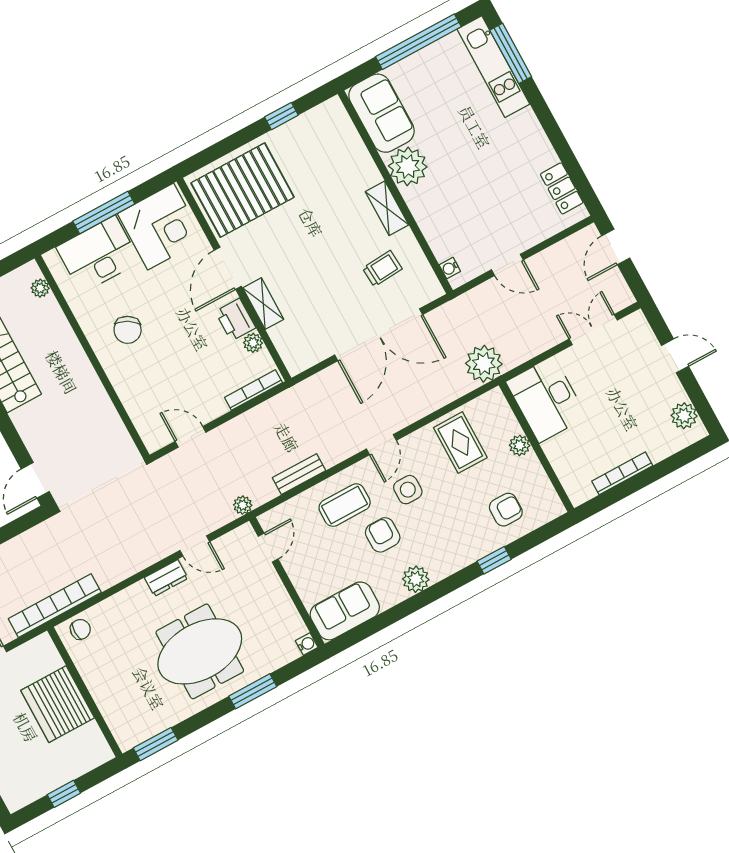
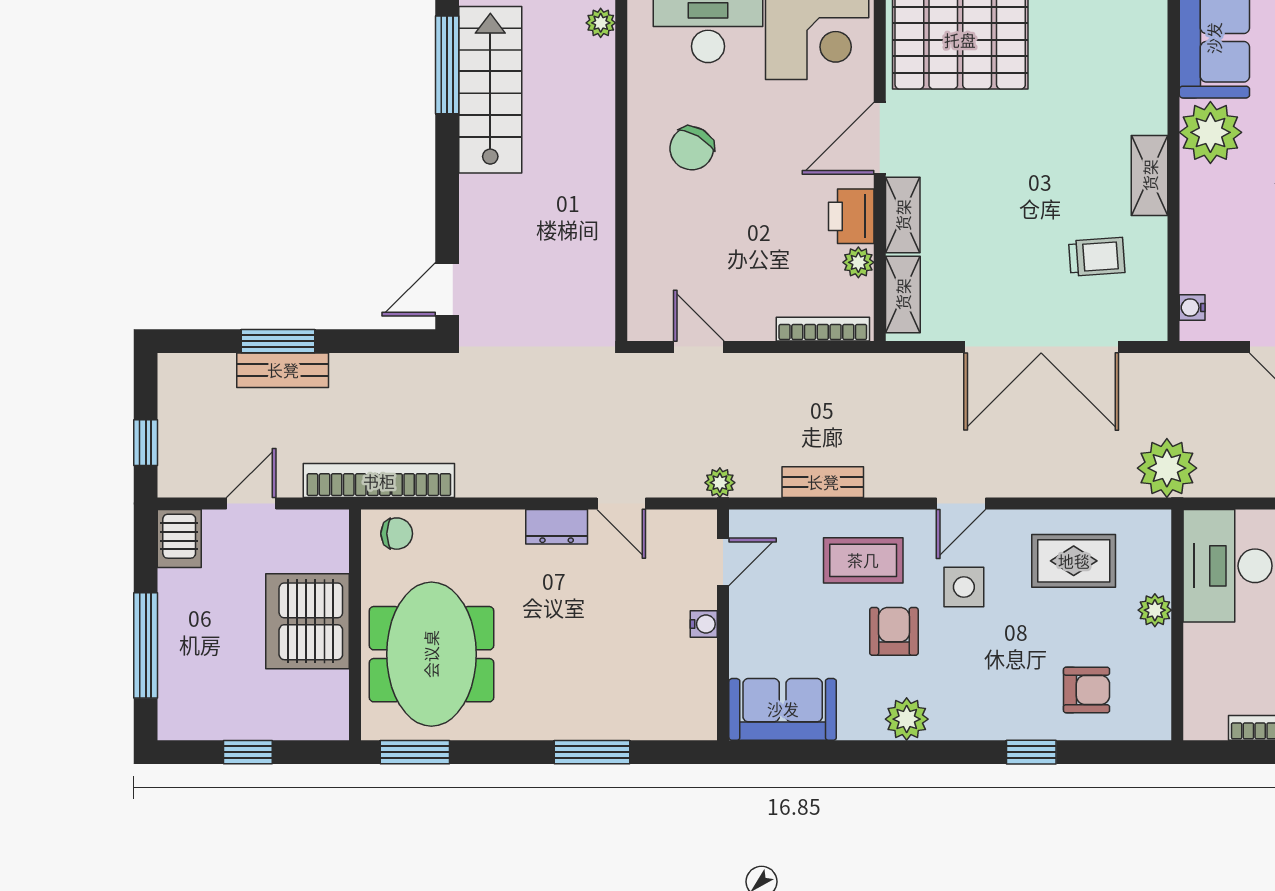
shelving: (287, 347) -> (903, 294), added
rug: (460, 443) -> (1074, 561), turned 90
water cooler: (307, 644) -> (704, 624), moved
meeting table: (200, 651) -> (431, 654), moved, turned 90

